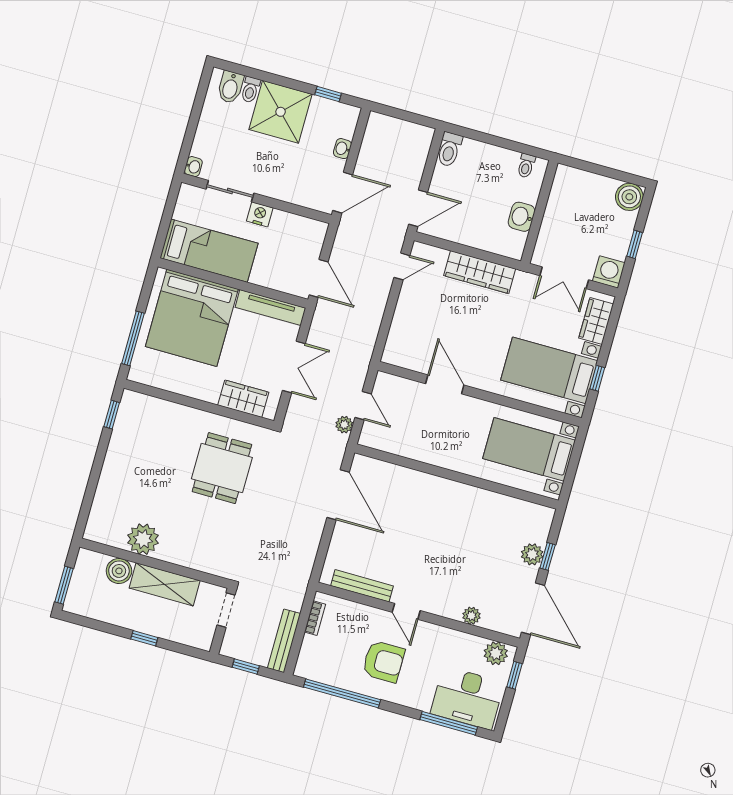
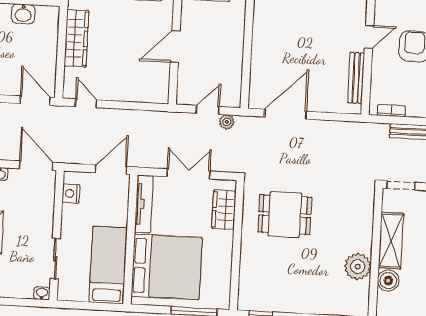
nightstand: (260, 214) -> (71, 193), moved

